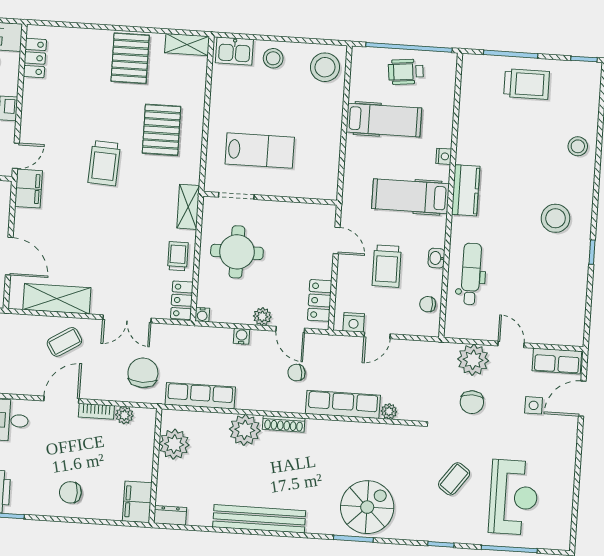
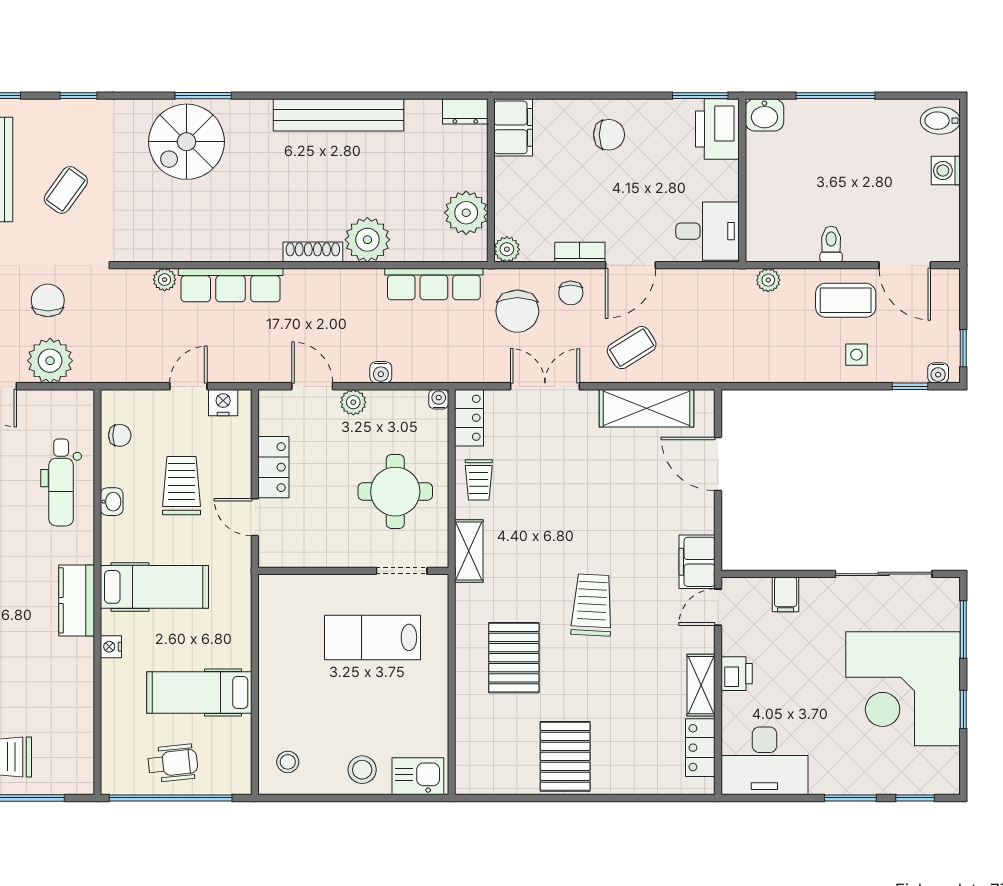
shelving: (187, 45) -> (701, 685), moved, turned 90
stool: (325, 67) -> (288, 762), width x0.53, depth x0.53
locker: (320, 300) -> (273, 467), moved
chair: (296, 373) -> (571, 293), moved, turned 99
plant: (124, 415) -> (507, 249), moved

